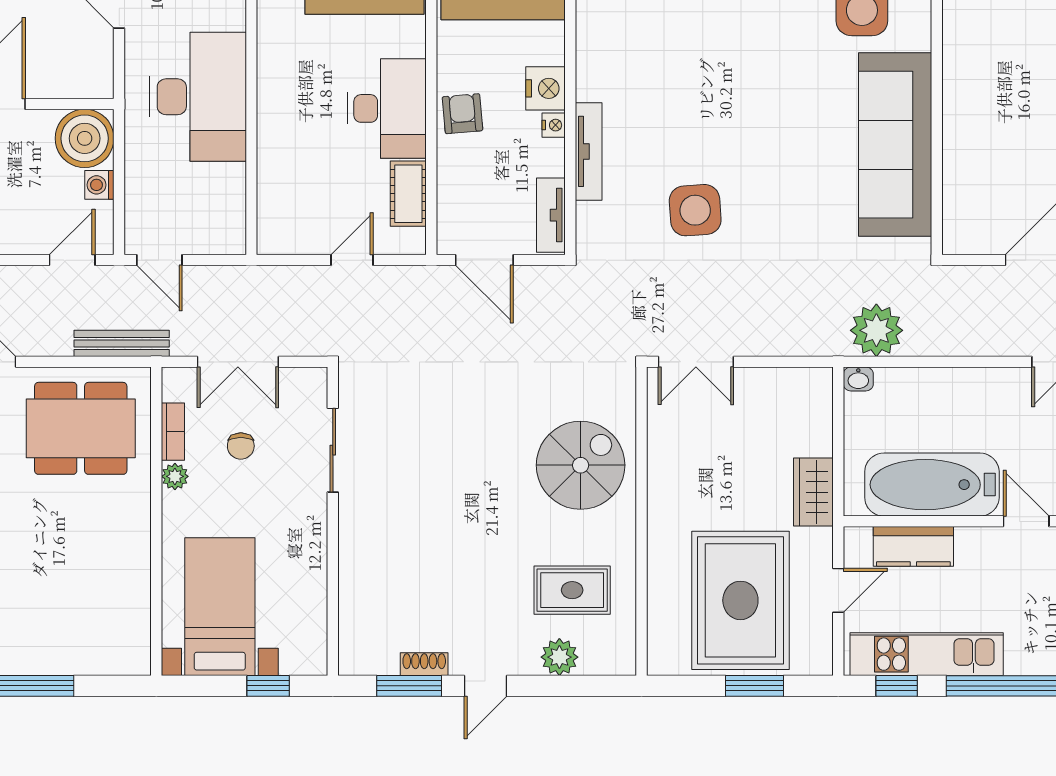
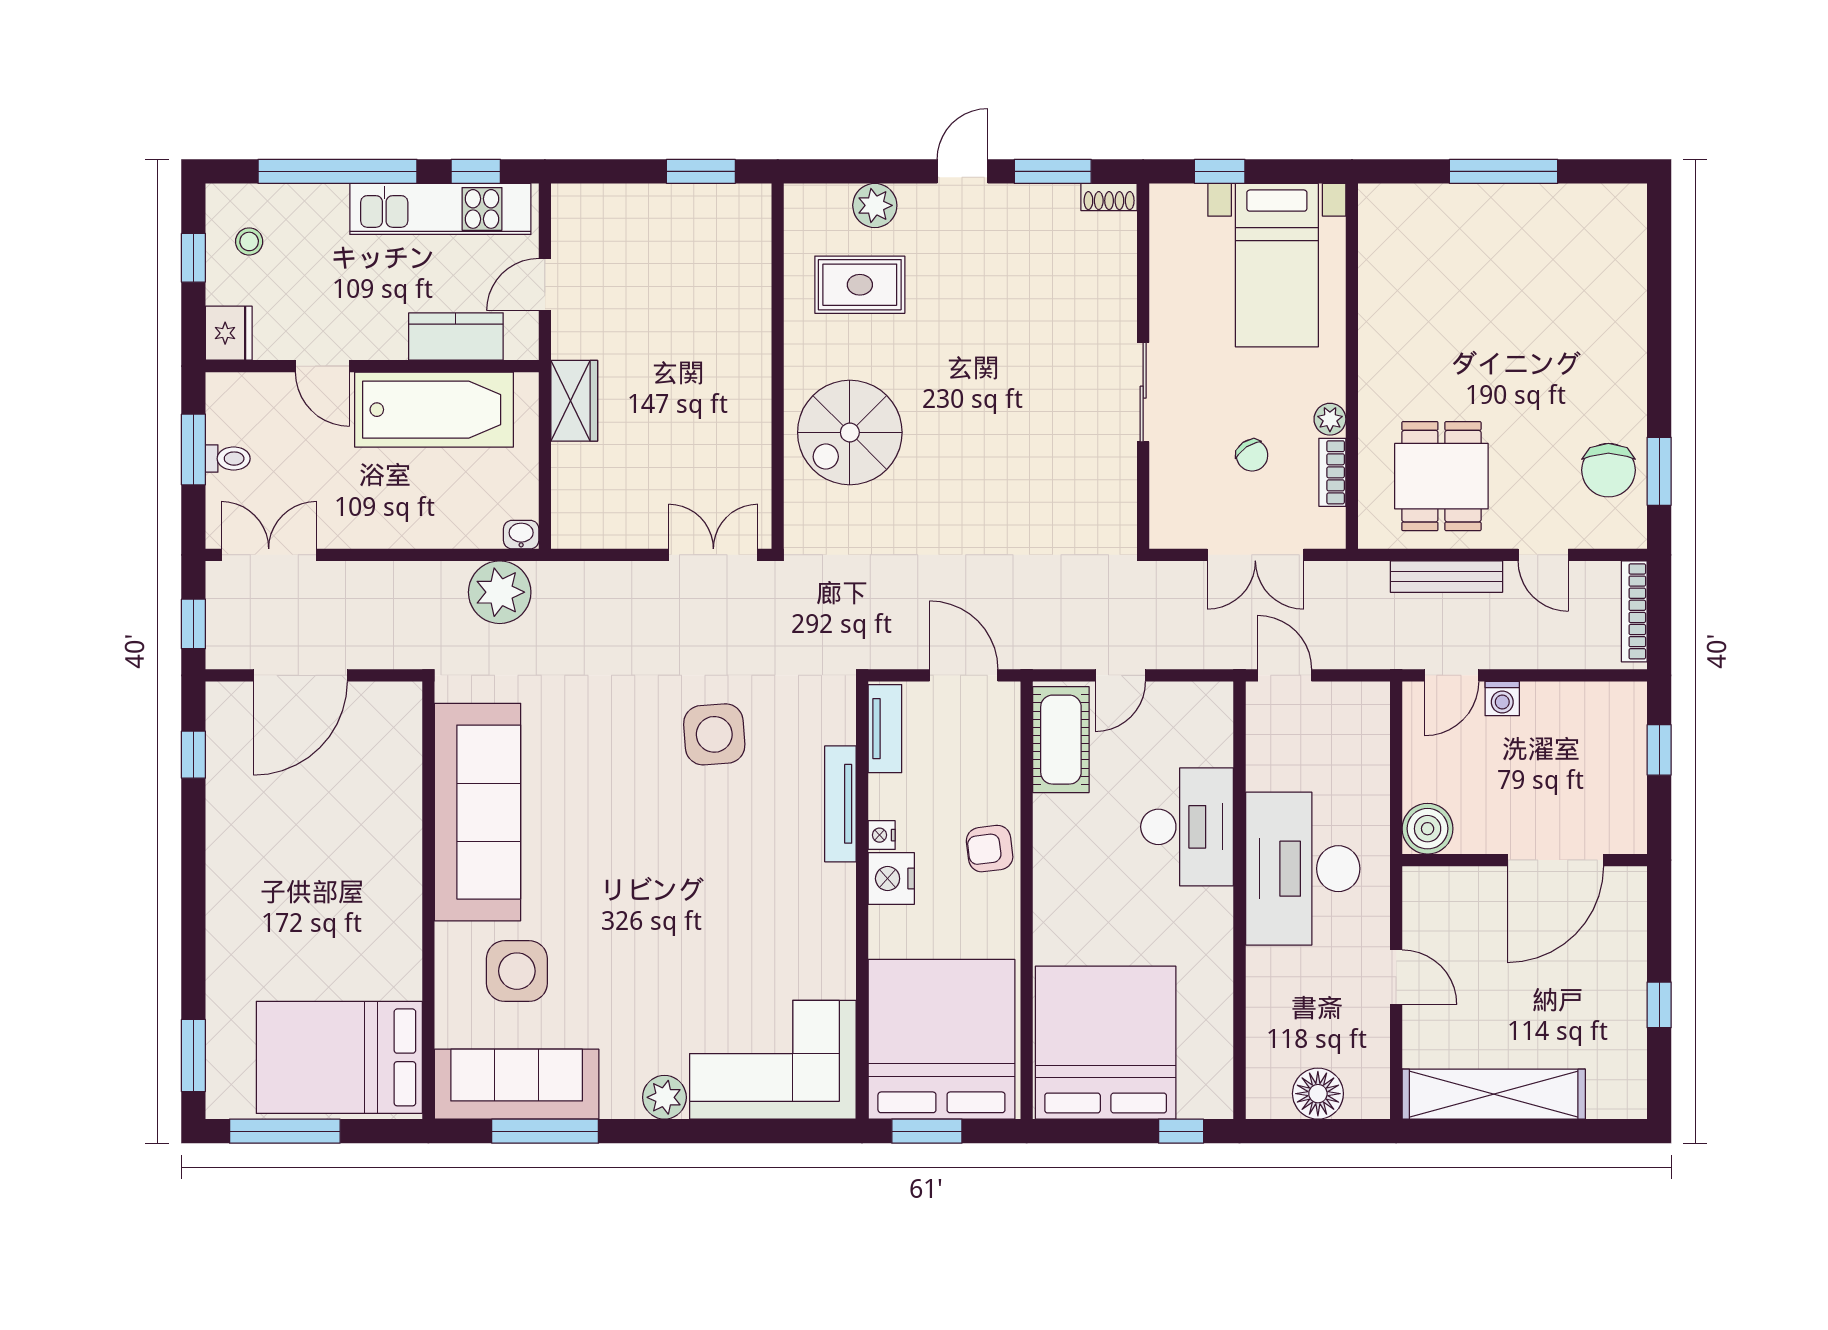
desk: (387, 108) -> (1187, 827), moved, turned 180
armchair: (462, 114) -> (990, 849), turned 88
boiler: (85, 138) -> (1428, 829), width x0.73, depth x0.73
washing machine: (99, 185) -> (1502, 699), moved, turned 90
cot: (408, 194) -> (1061, 740), width x1.37, depth x1.34
door: (159, 260) -> (1285, 675), moved
bench: (122, 343) -> (1446, 577), moved
double door: (238, 362) -> (1255, 555), swing flipped
dining table: (81, 428) -> (1441, 476), width x0.73
chair: (241, 446) -> (1252, 455), turned 146
sliding door: (333, 450) -> (1143, 392), moved
rug: (740, 600) -> (661, 273), removed
shoe rack: (424, 664) -> (1109, 197), moved
window: (755, 686) -> (701, 171), moved

